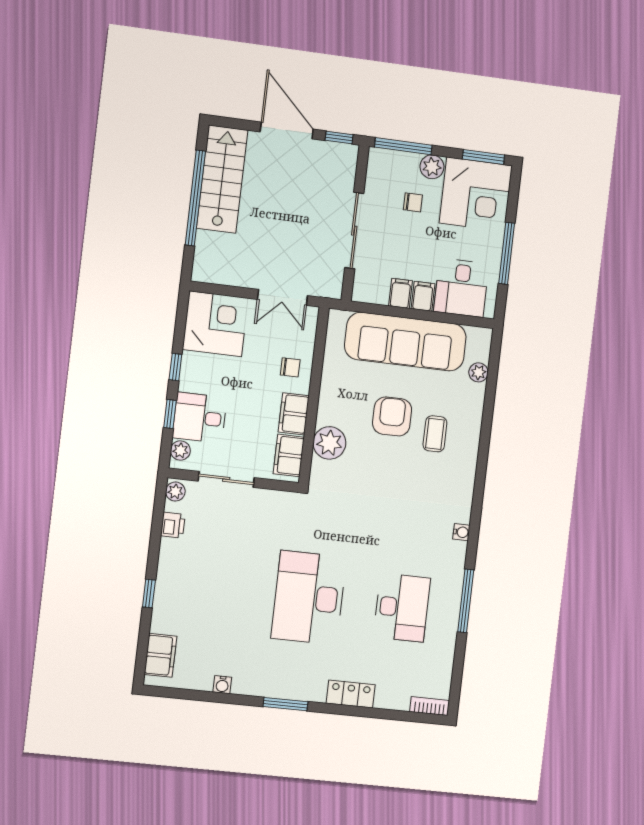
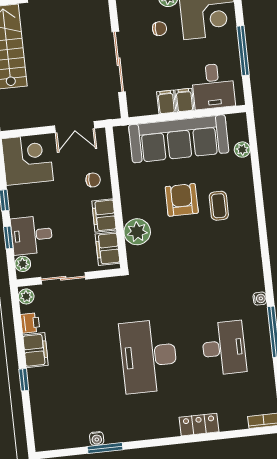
water cooler: (461, 532) -> (260, 299), moved
filing cabinet: (161, 655) -> (35, 350), moved
window: (285, 704) -> (105, 448), moved

